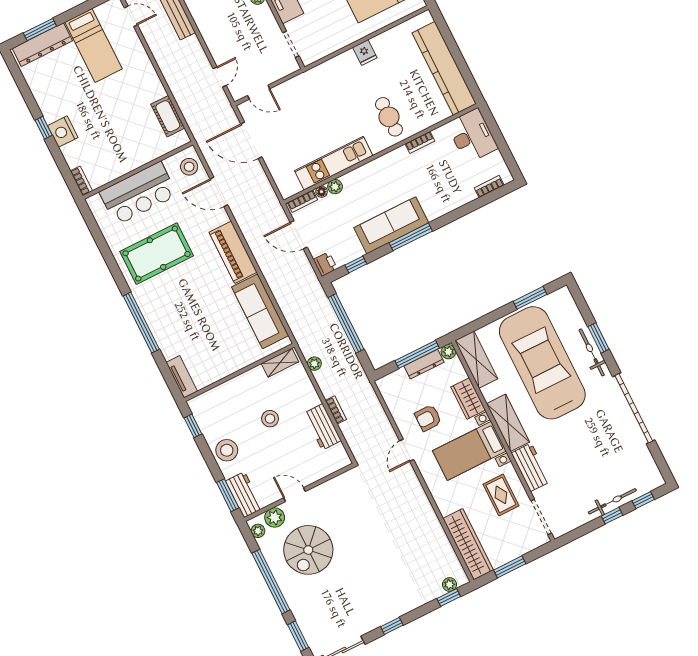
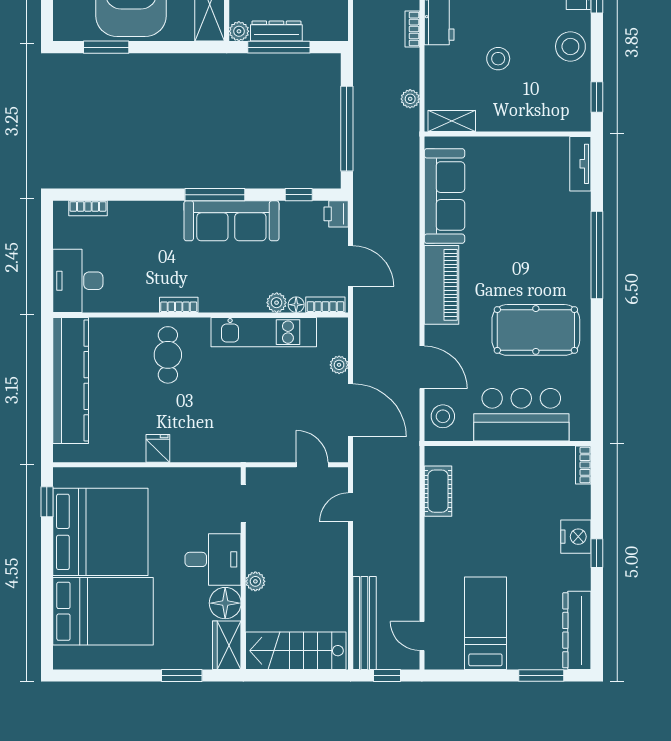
dresser: (42, 45) -> (577, 630), moved, turned -90
bookcase: (420, 142) -> (179, 305), moved
plant: (274, 166) -> (339, 365), added

